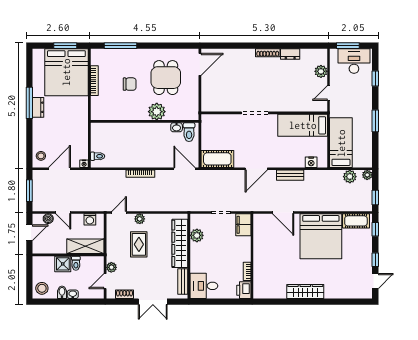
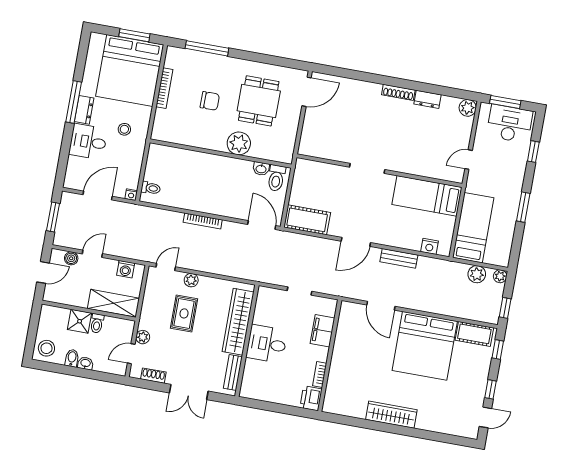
plant: (321, 71) -> (468, 108), moved
desk: (45, 130) -> (88, 142), added
stool: (41, 156) -> (124, 129), moved
door: (63, 212) -> (92, 254), swing flipped
filing cabinet: (243, 225) -> (323, 331), moved
plant: (197, 235) -> (262, 315), removed
desk: (204, 286) -> (267, 344), moved

